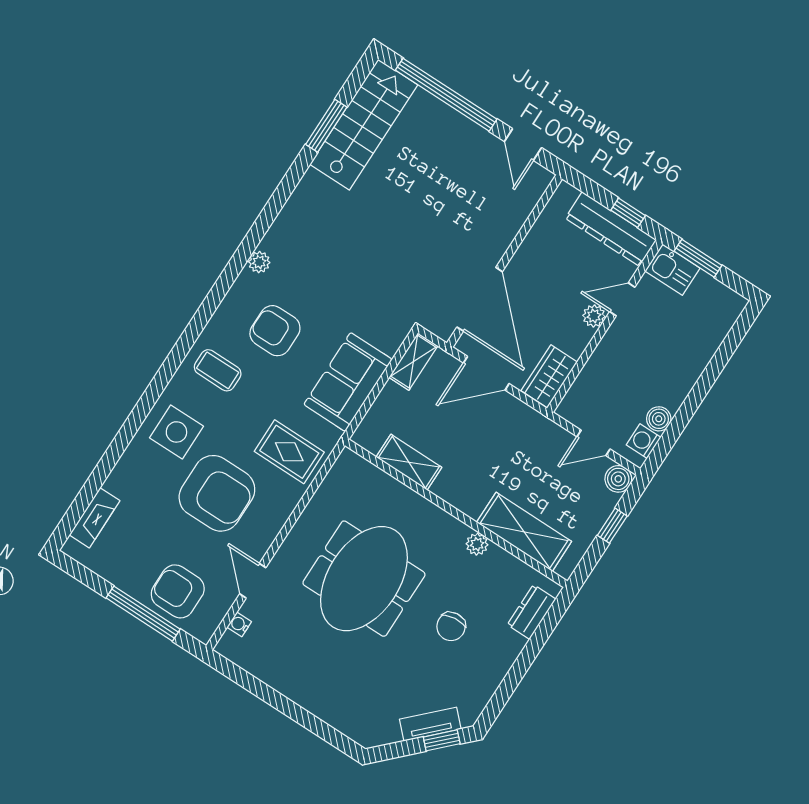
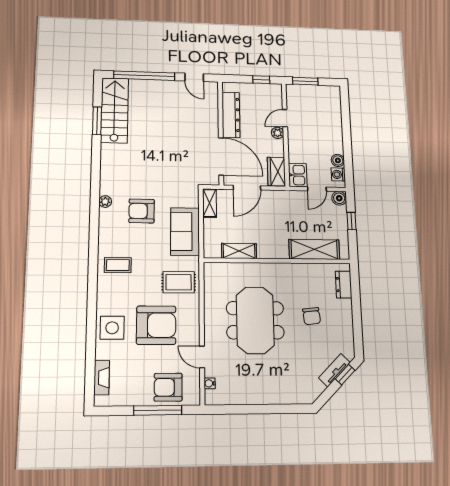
dresser: (611, 229) -> (231, 115), moved, turned -90
kitchen sink: (672, 270) -> (298, 175), moved, turned -90
armchair: (275, 331) -> (142, 211), moved
side table: (176, 432) -> (112, 328), moved
plant: (477, 544) -> (297, 269), removed

